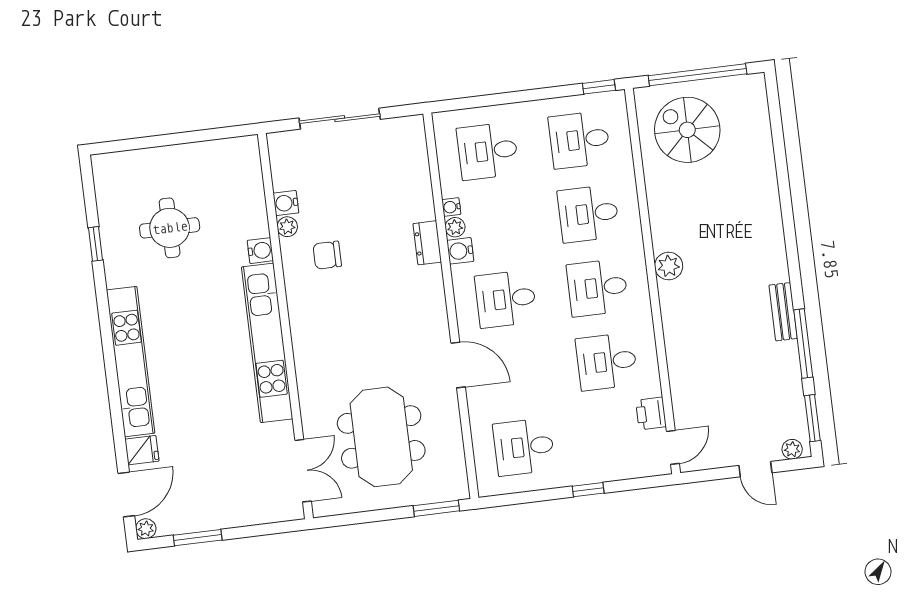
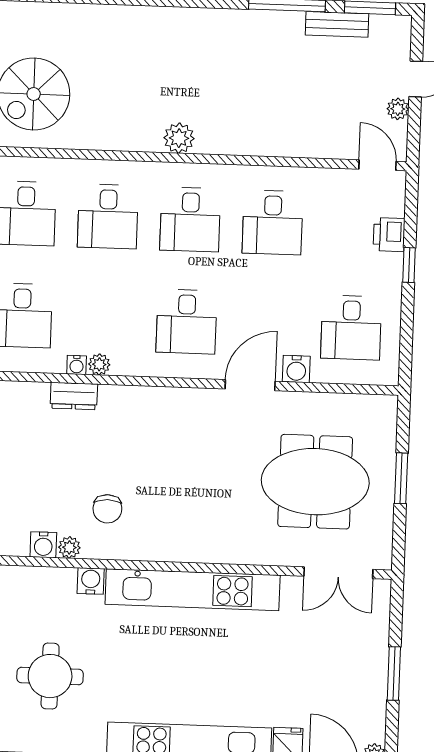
dresser: (427, 243) -> (74, 396), moved
water cooler: (460, 251) -> (296, 369), moved
bench: (783, 312) -> (337, 24), moved
printer: (651, 413) -> (389, 235), moved, turned 90
plant: (792, 449) -> (398, 109), moved
double door: (303, 471) -> (338, 573), swing flipped
window: (436, 508) -> (401, 478), moved
window: (198, 538) -> (394, 674), moved

